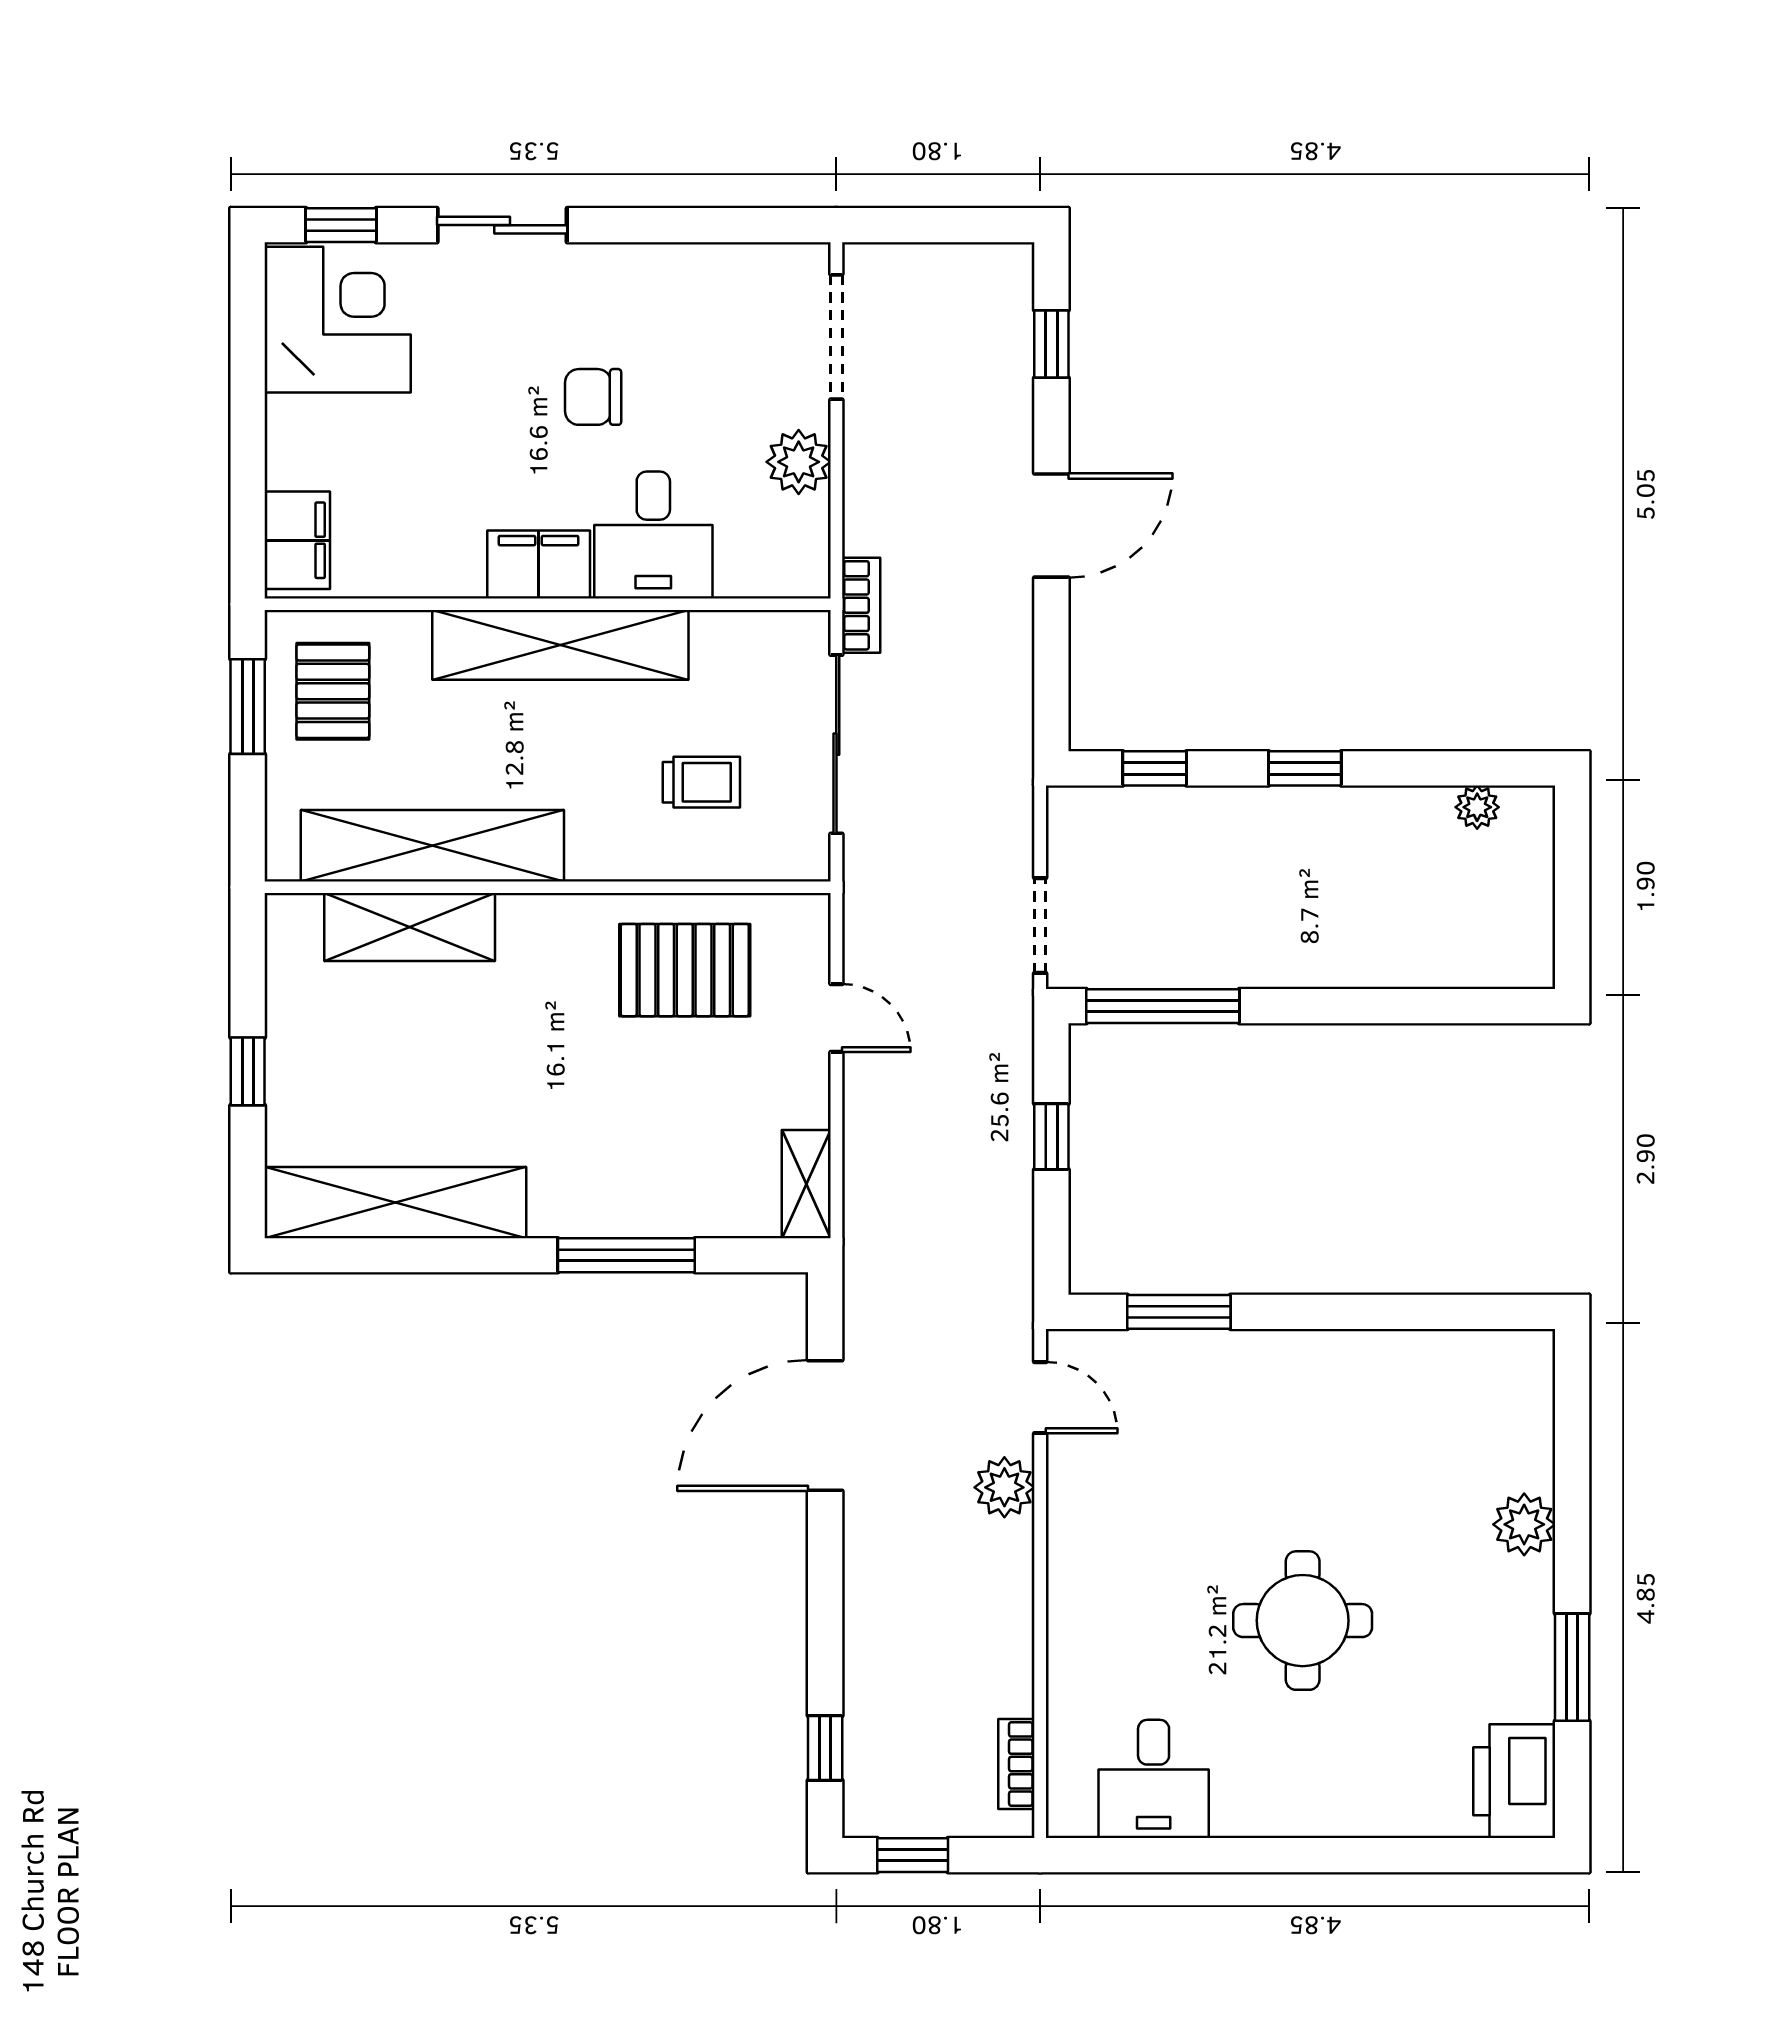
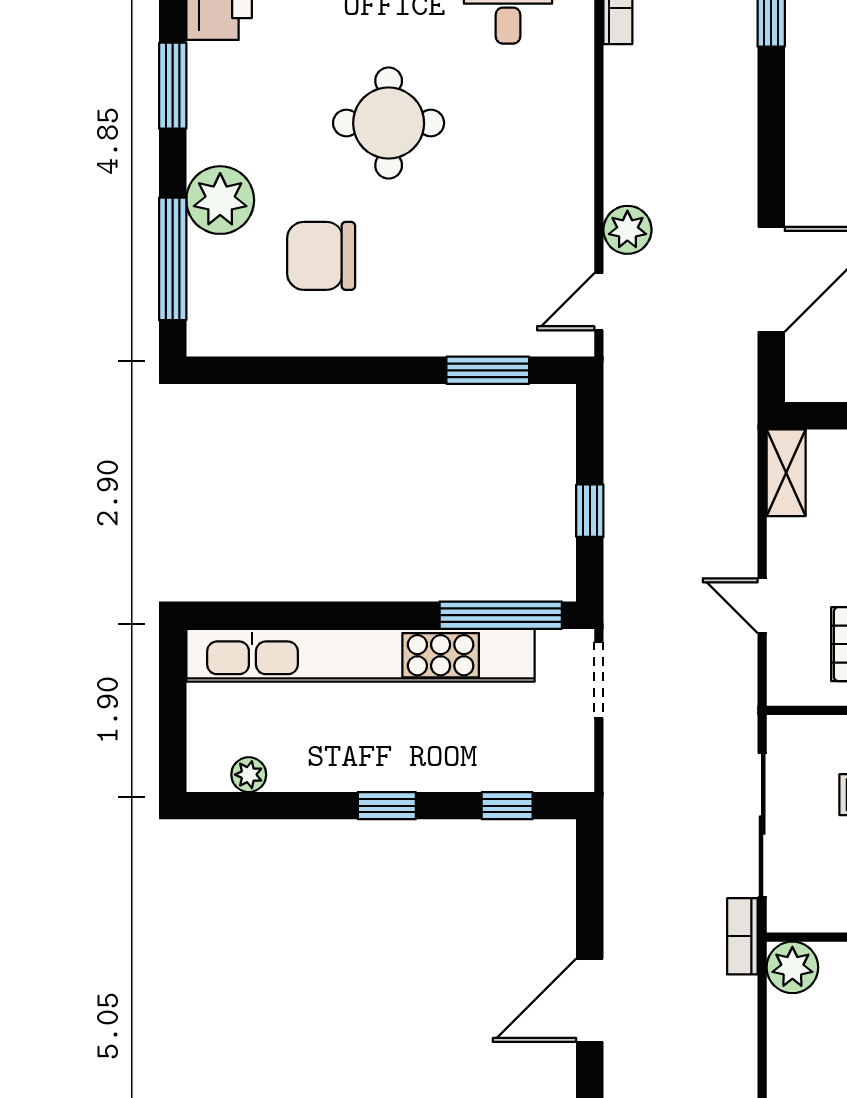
plant: (799, 462) -> (792, 967), moved
kitchen unit: (1338, 956) -> (360, 655), added
door: (1040, 1398) -> (599, 302), hinge flipped
window: (1572, 1451) -> (173, 259), added
chair: (1387, 1455) -> (321, 256), added
plant: (1524, 1524) -> (220, 200), width x1.36, depth x1.36

